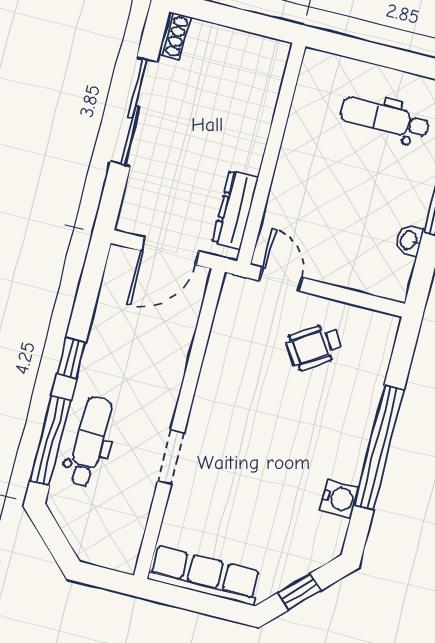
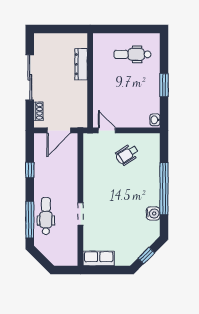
shoe rack: (174, 36) -> (38, 111), moved
dresser: (235, 210) -> (81, 64), moved
washbasin: (409, 240) -> (155, 120), moved
window: (71, 358) -> (30, 170), moved
row of seats: (204, 575) -> (99, 259), width x0.68

